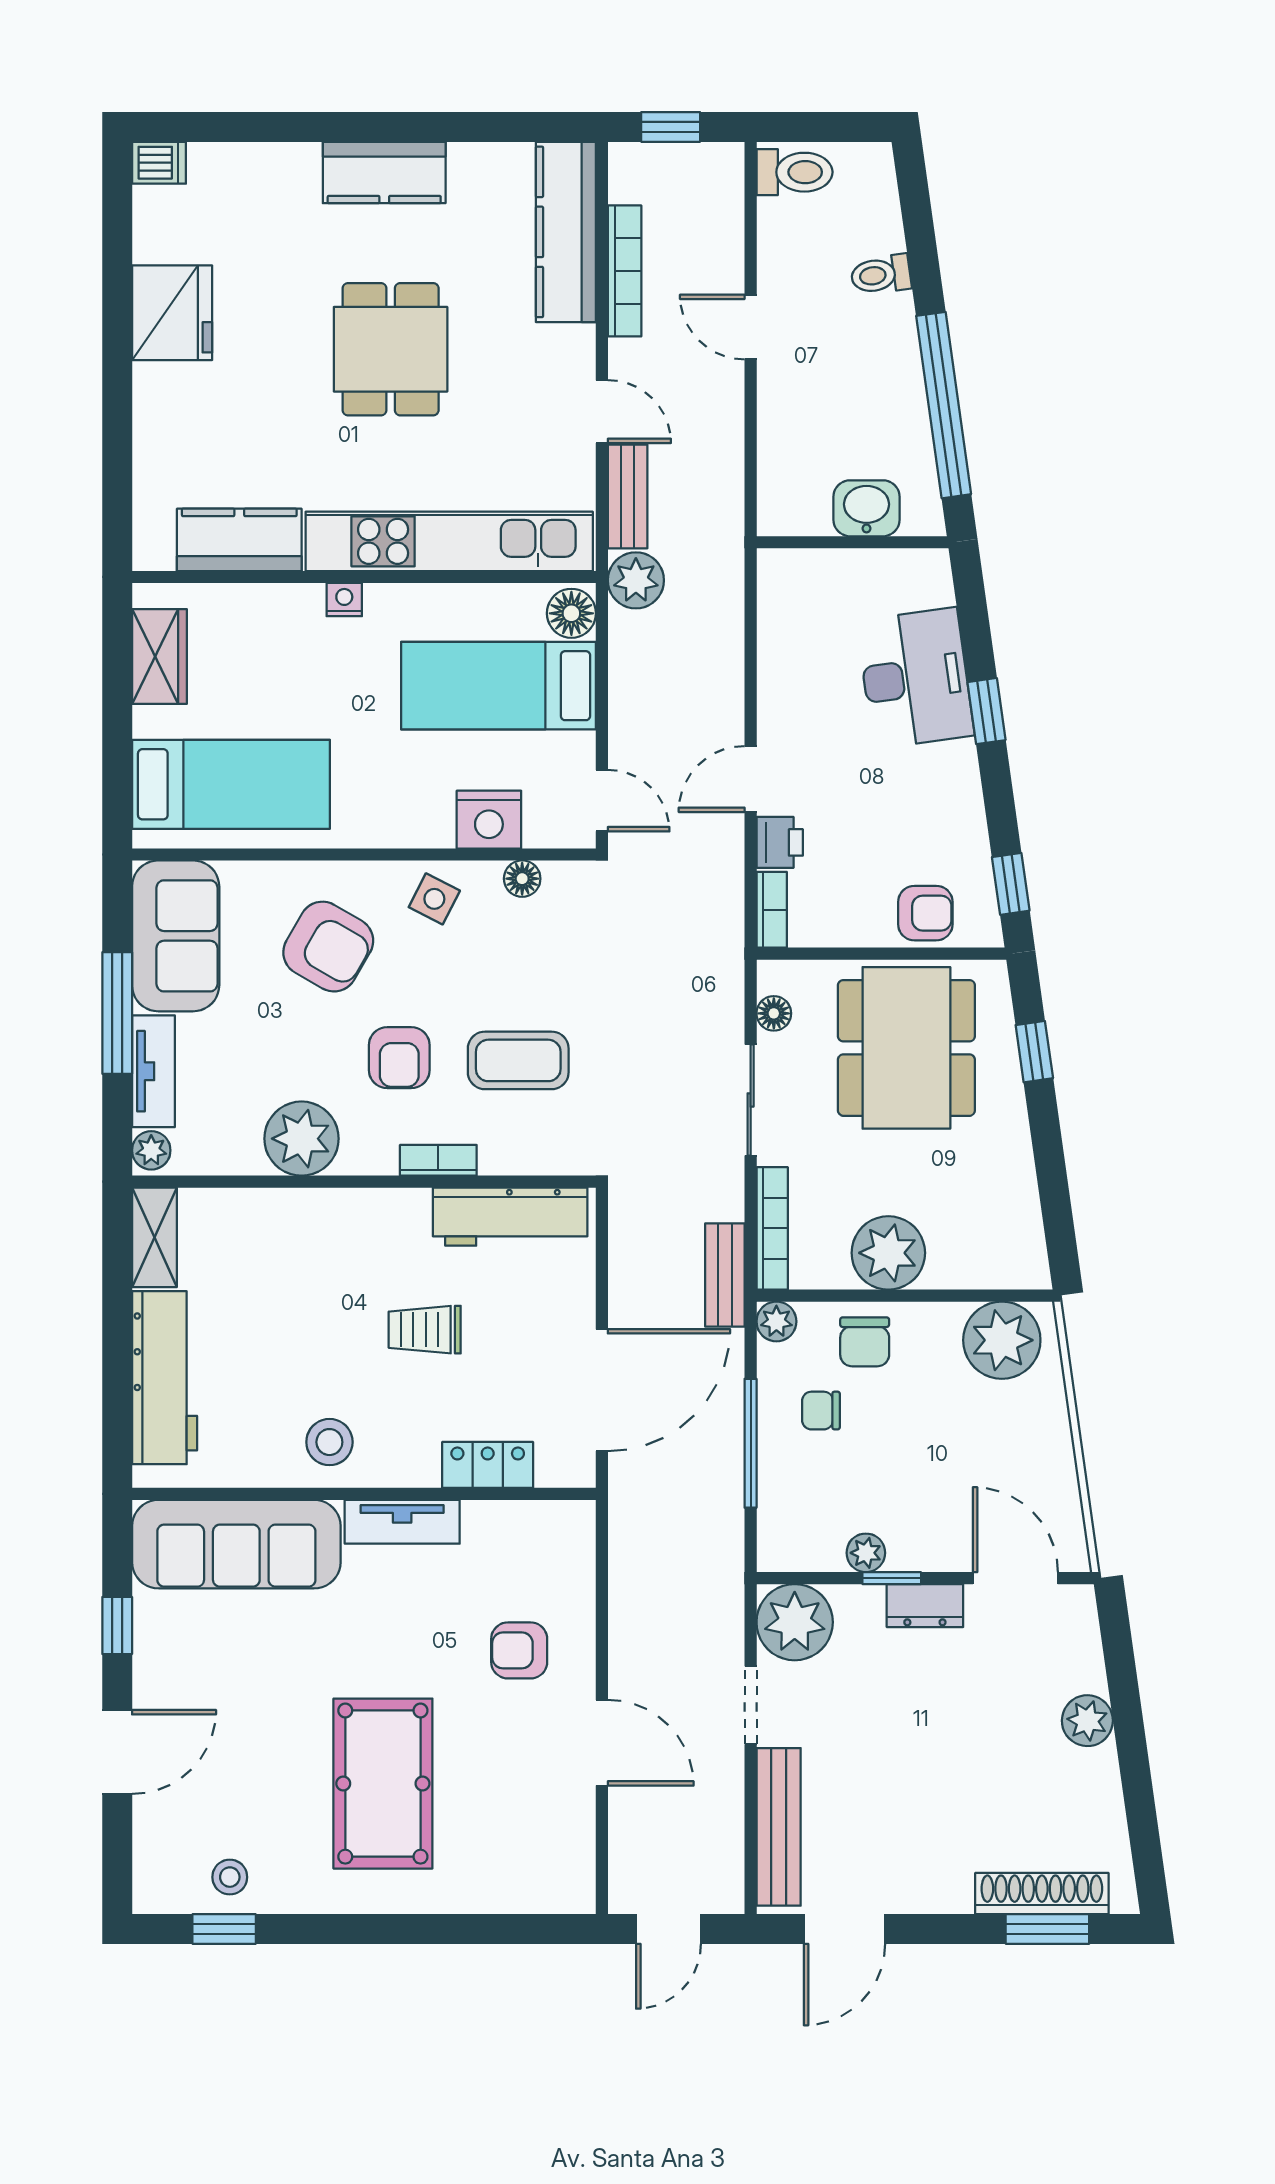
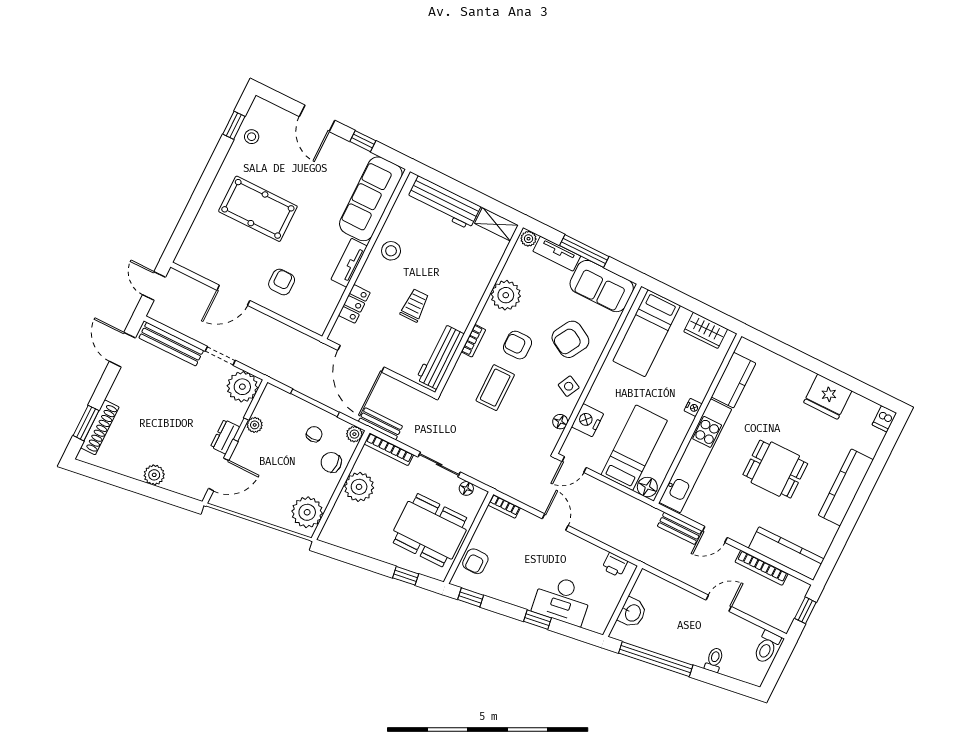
kitchen counter: (384, 173) -> (846, 487), width x1.50
plant: (636, 580) -> (648, 516), removed
printer: (780, 842) -> (615, 565), moved

